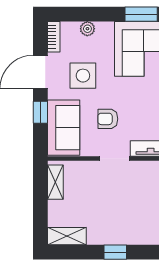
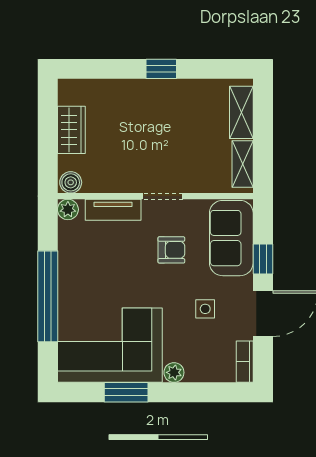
plant: (87, 29) -> (174, 372), moved
side table: (83, 76) -> (205, 309), width x0.54, depth x0.54
shelving: (67, 236) -> (241, 112), moved, turned 90

